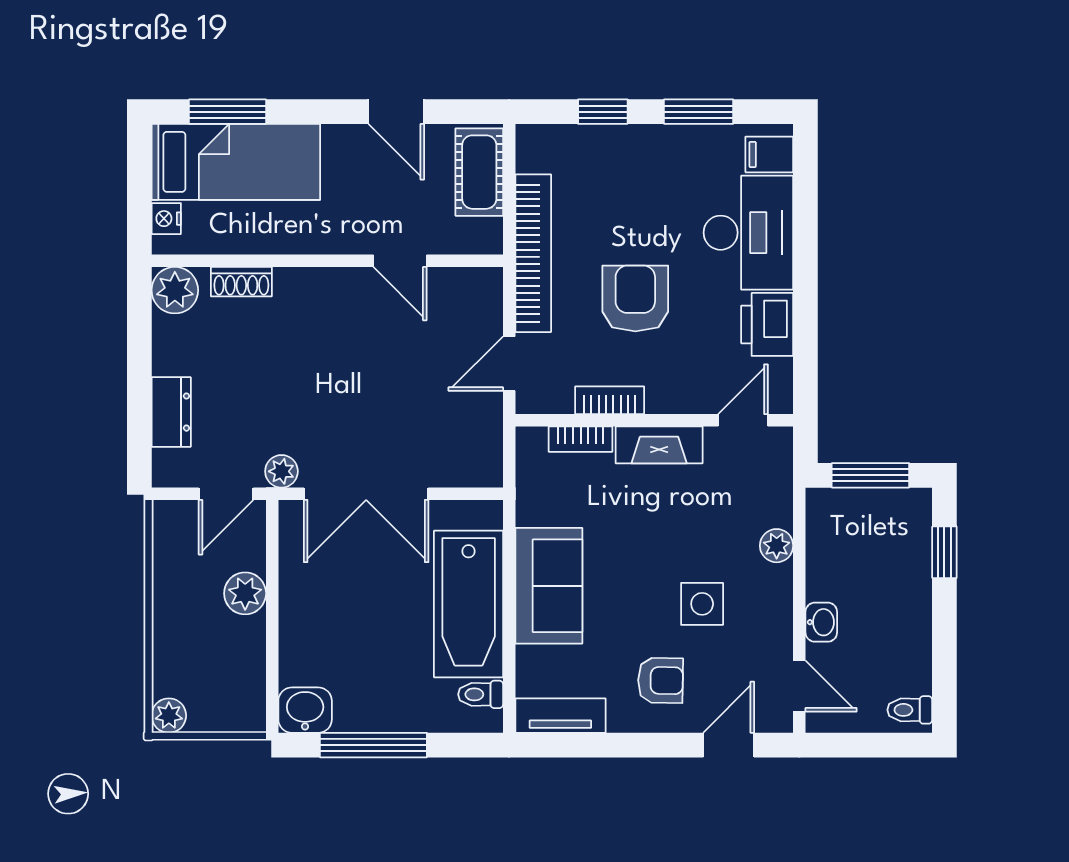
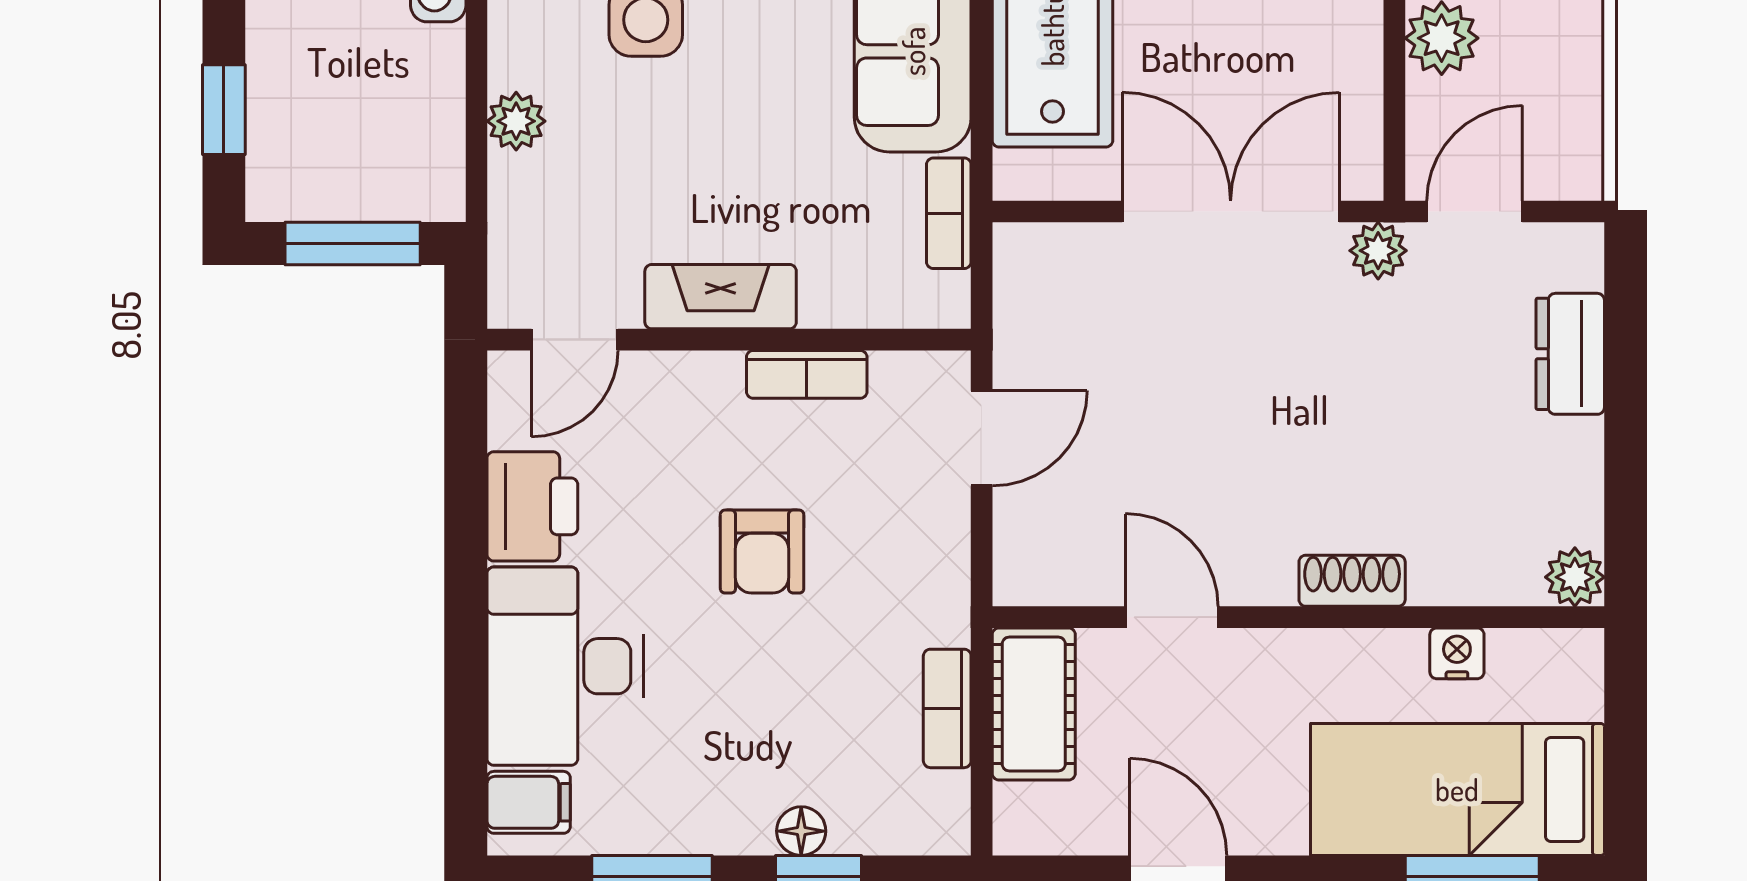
floor lamp: (613, 138) -> (801, 831), added
cot: (479, 172) -> (1034, 704), moved
nightstand: (166, 219) -> (1457, 653), moved, turned -90
bookcase: (533, 253) -> (947, 708), width x0.43, depth x0.76
shoe rack: (241, 282) -> (1352, 581), moved
plant: (175, 290) -> (1575, 577), width x0.73, depth x0.73
armchair: (635, 298) -> (762, 552), width x0.72, depth x0.72
bookcase: (581, 439) -> (949, 213), moved, turned -90

